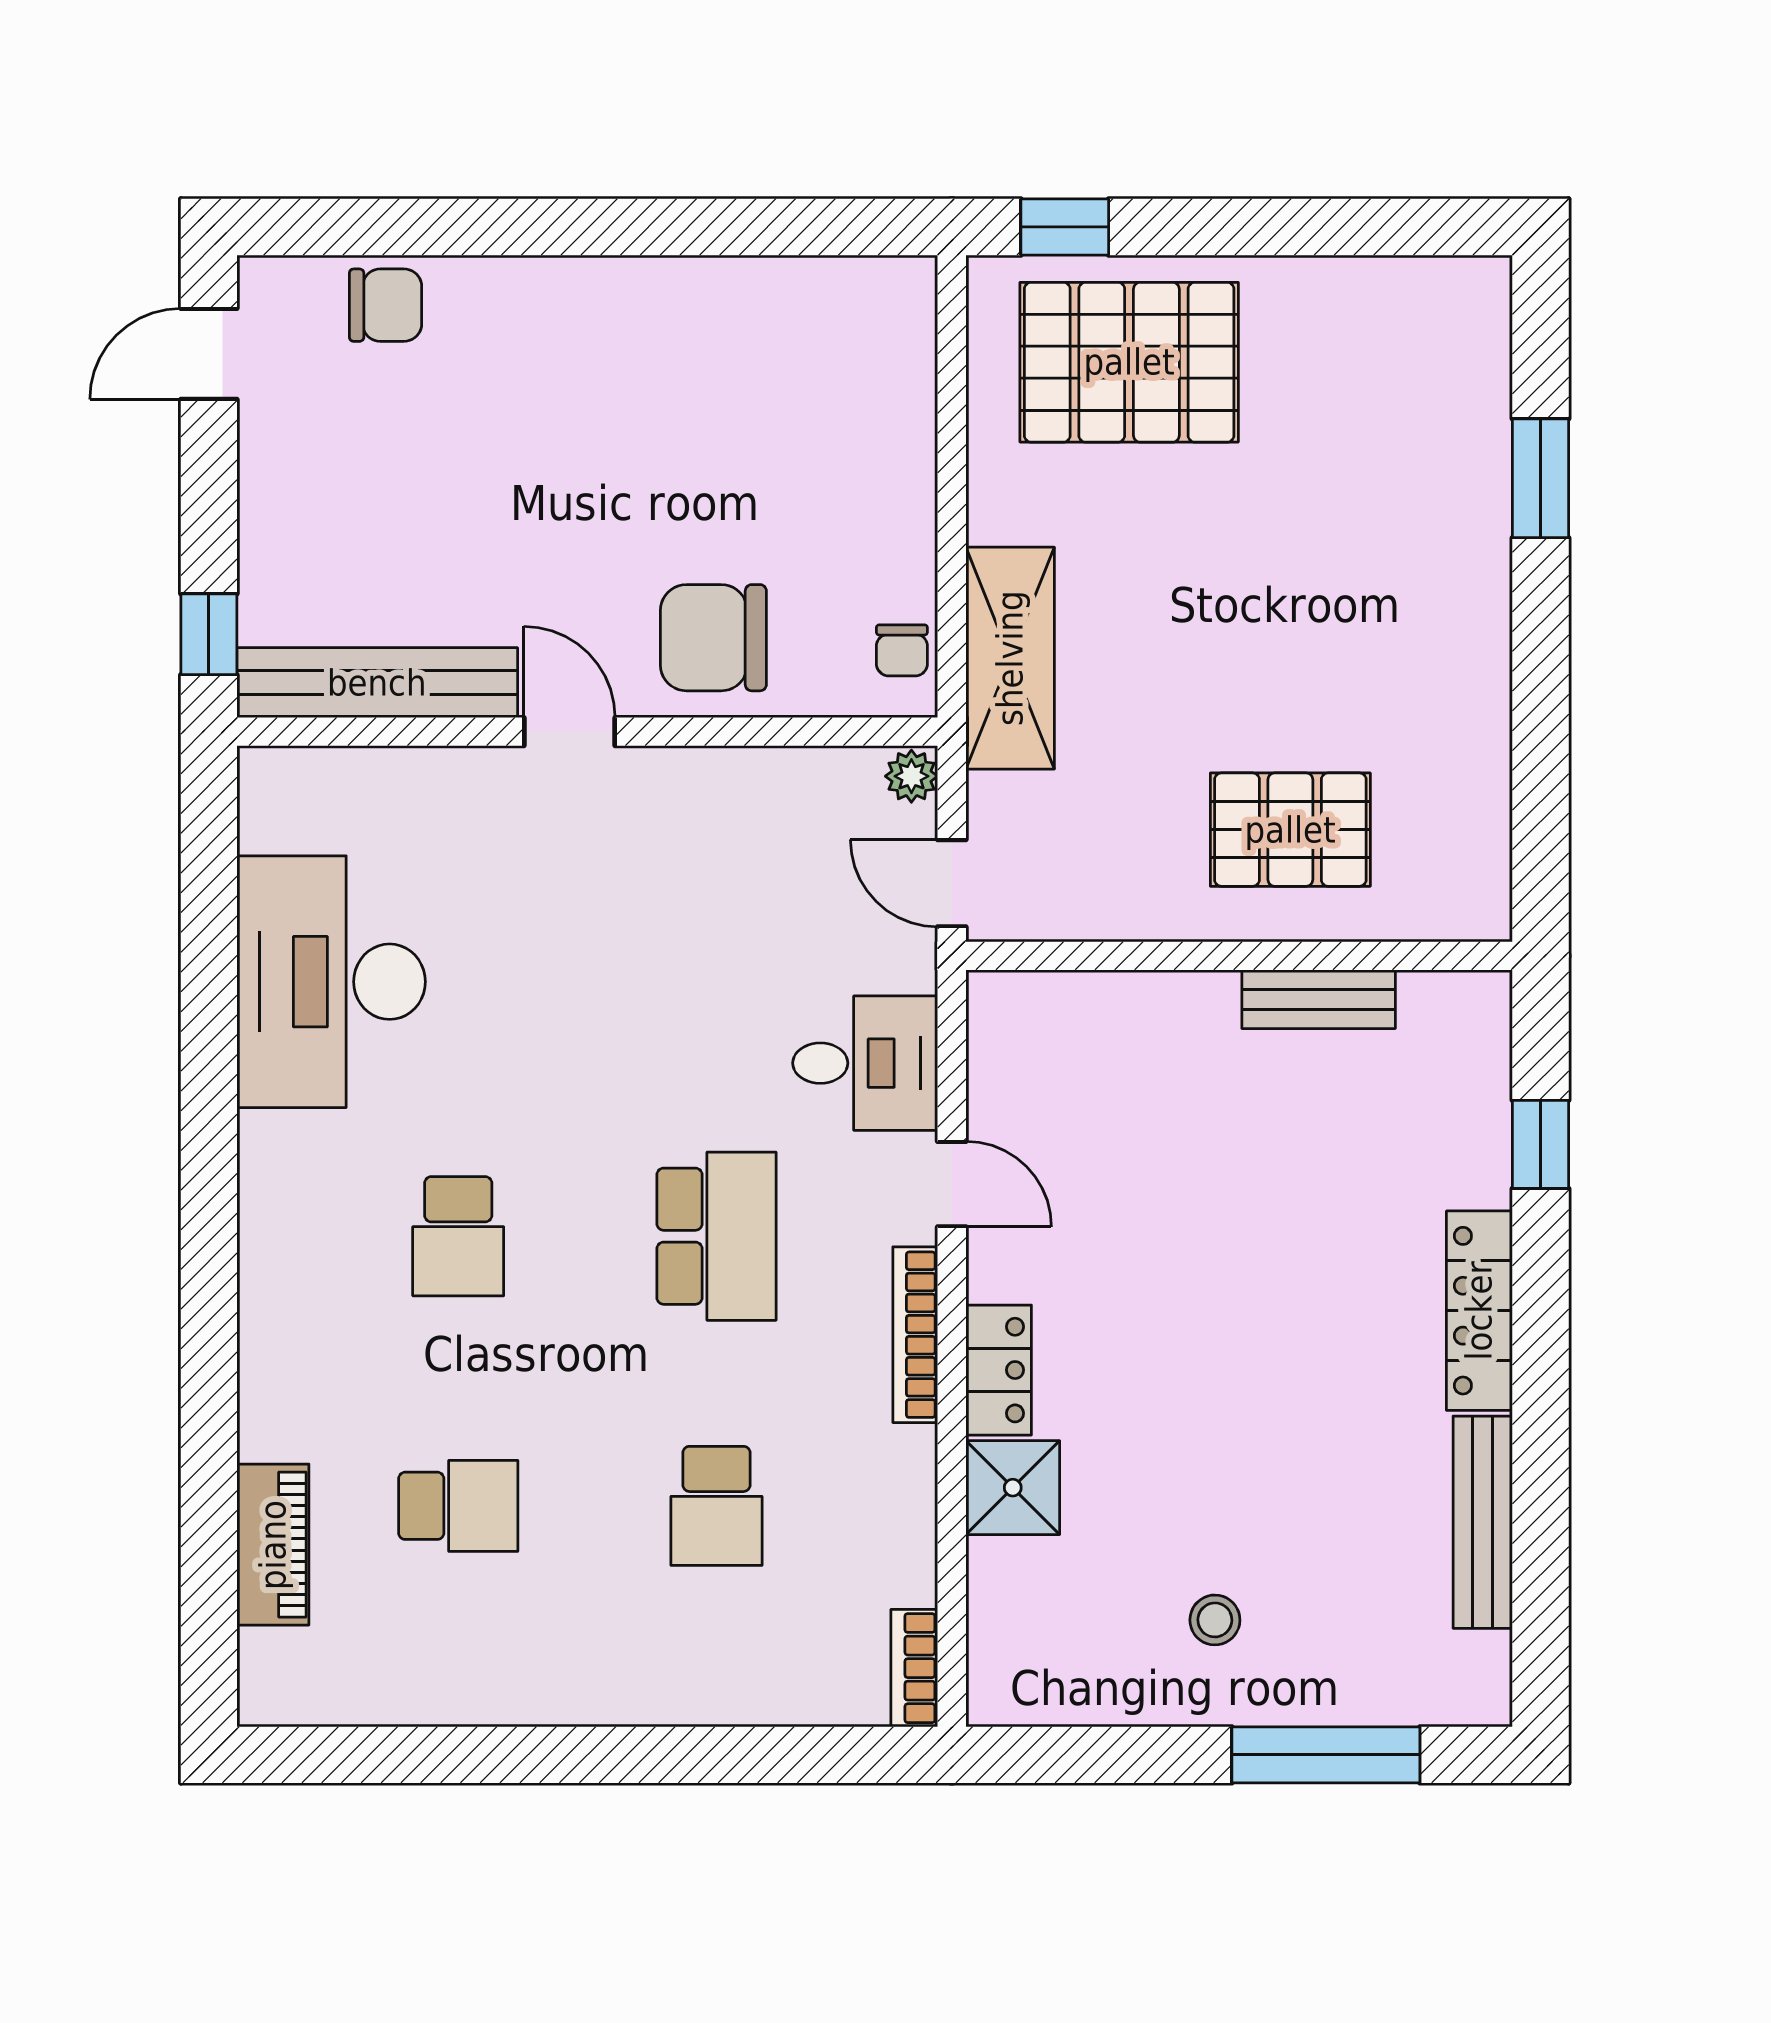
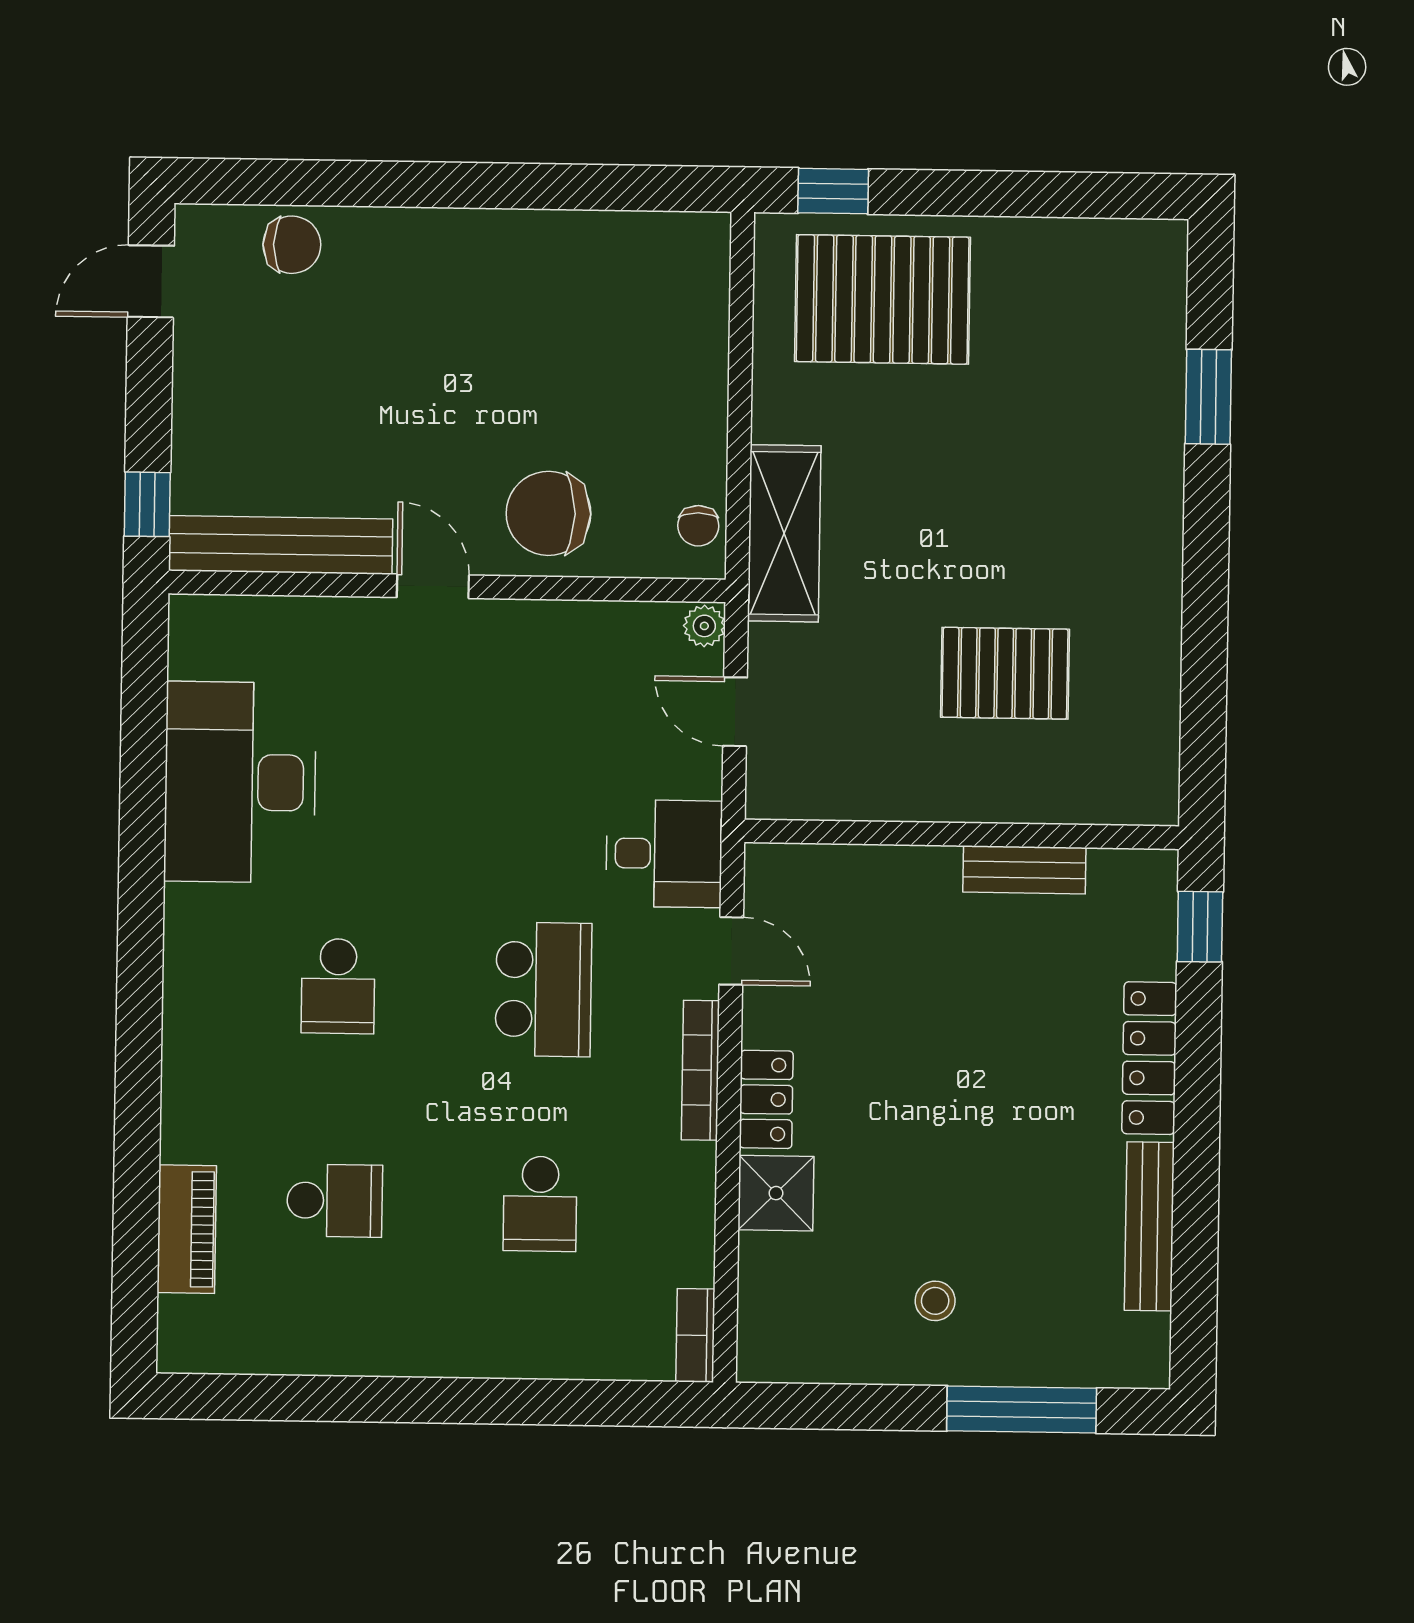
wall: (1239, 956) -> (962, 834), moved
bench: (1319, 999) -> (1024, 870), moved

